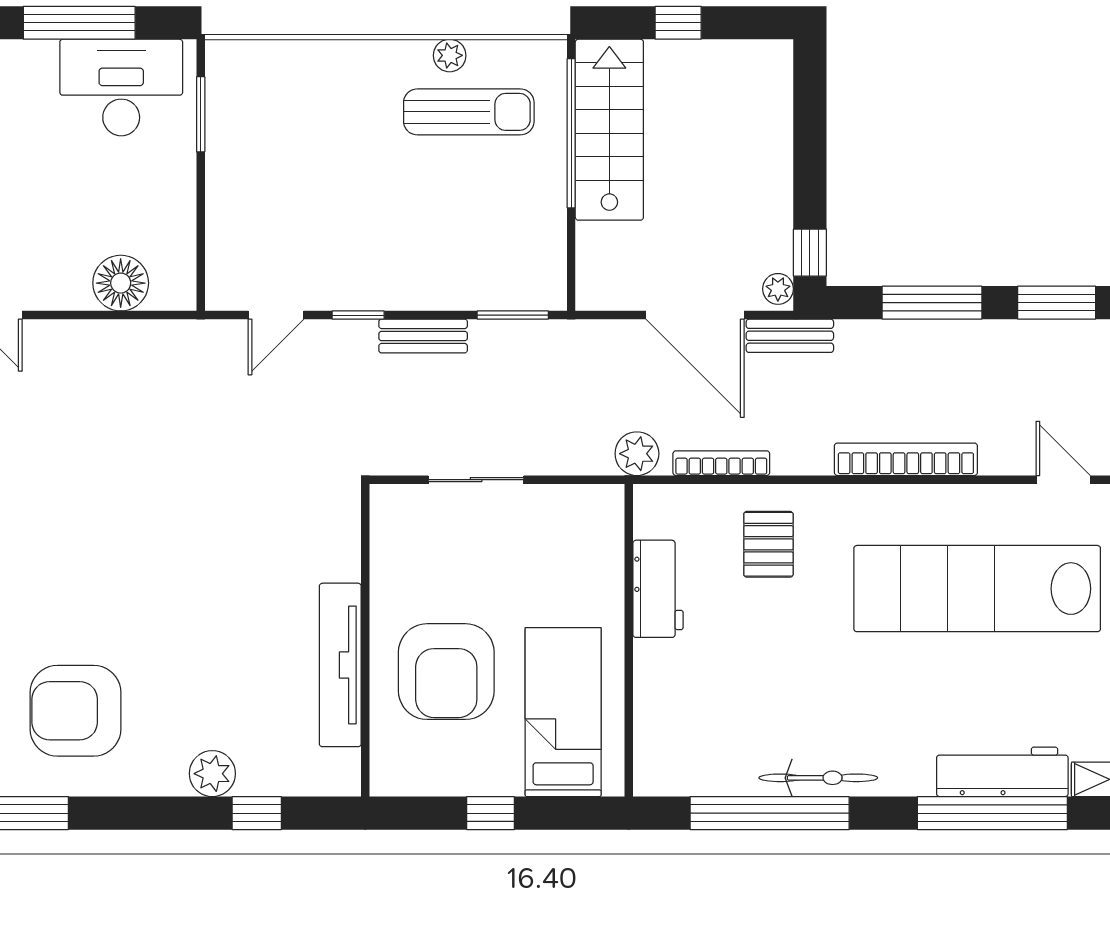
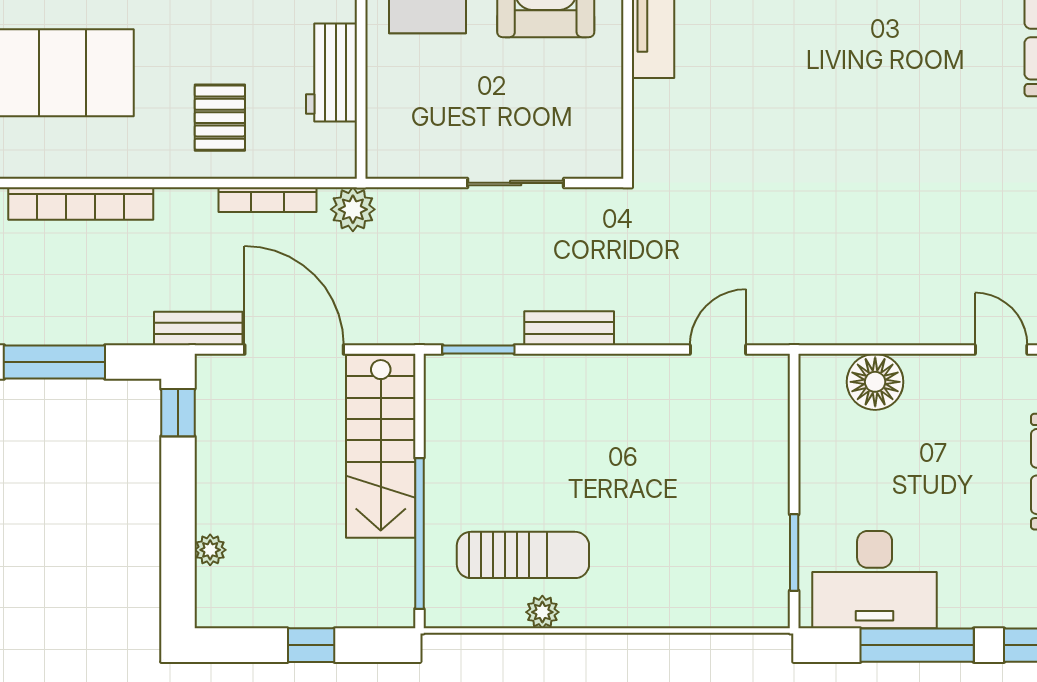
sun lounger: (469, 112) -> (523, 555), turned 180
stairs: (609, 130) -> (381, 446), moved
plant: (778, 289) -> (210, 550), moved
window: (358, 315) -> (635, 350), removed

